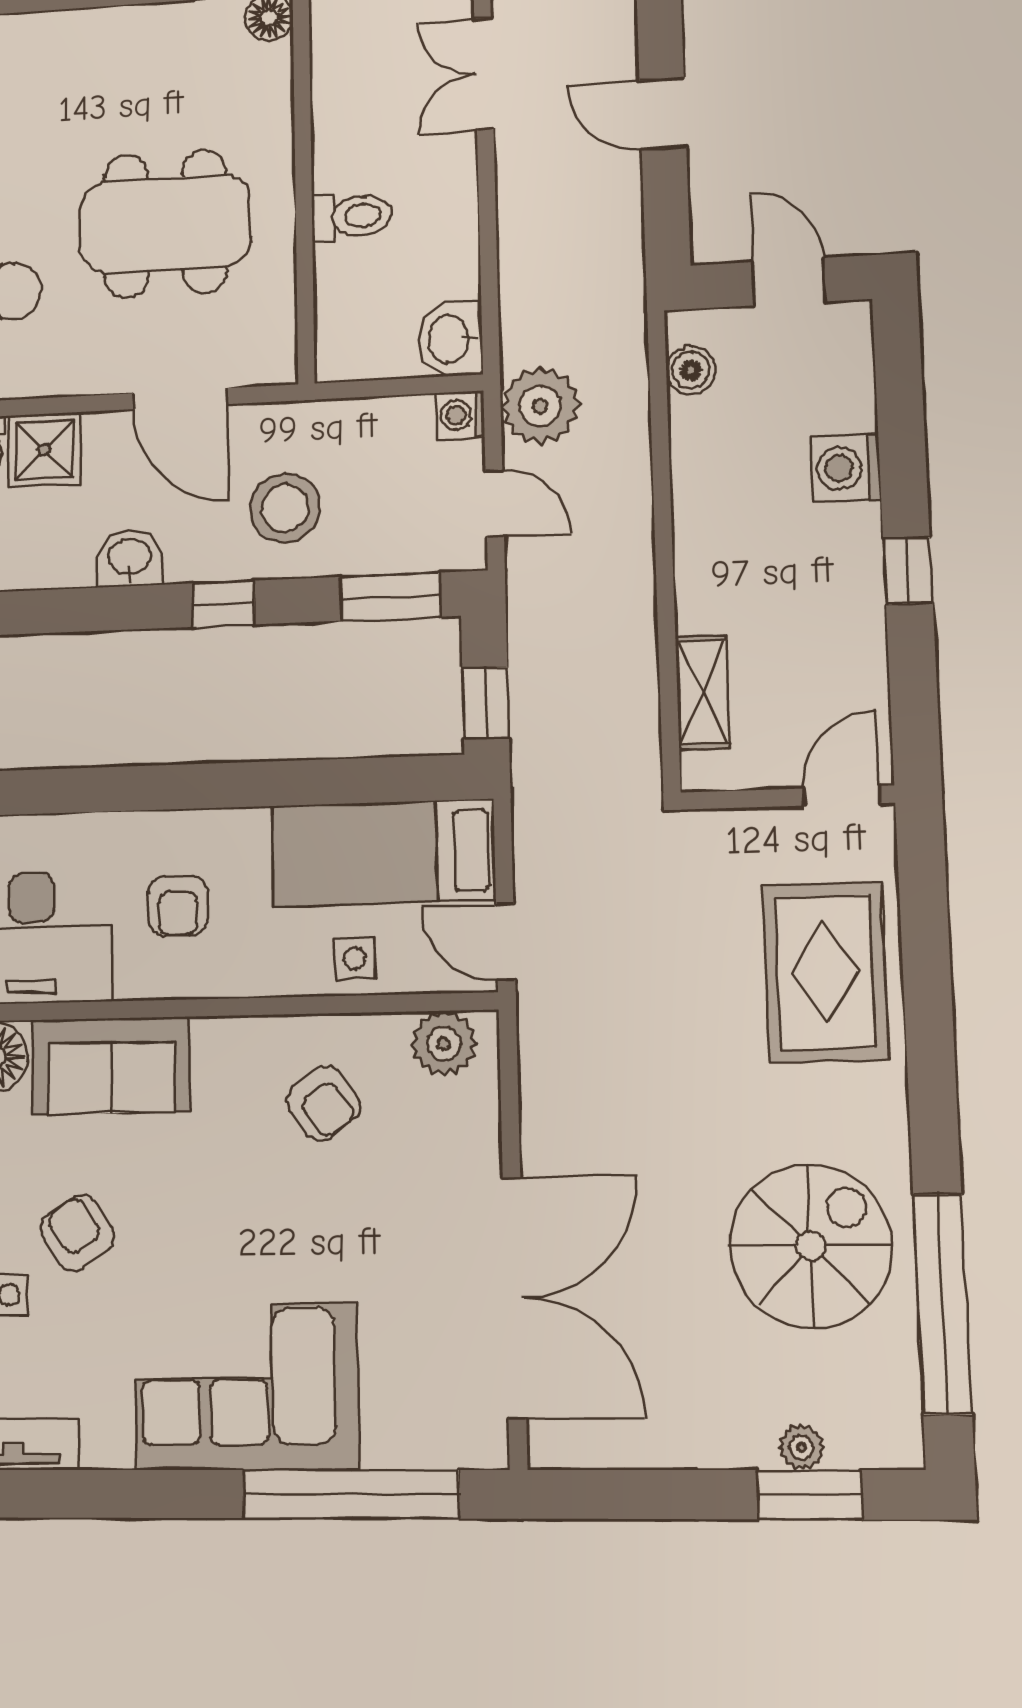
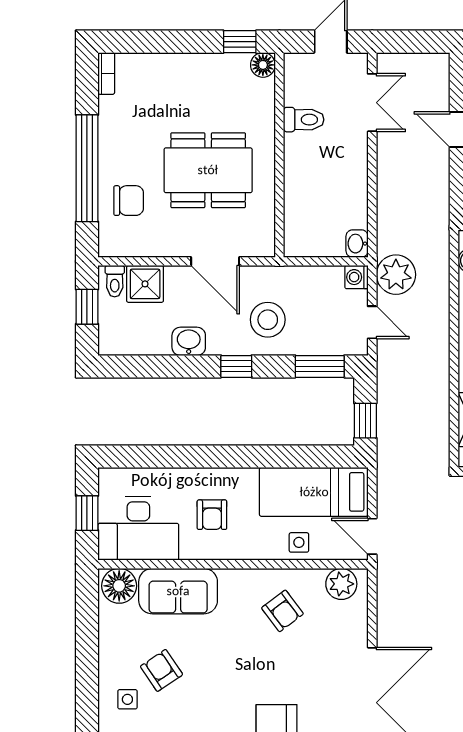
double door: (484, 74) -> (372, 103), swing flipped
toilet: (352, 216) -> (304, 120), moved
washbasin: (450, 339) -> (357, 244), width x0.72, depth x0.69

